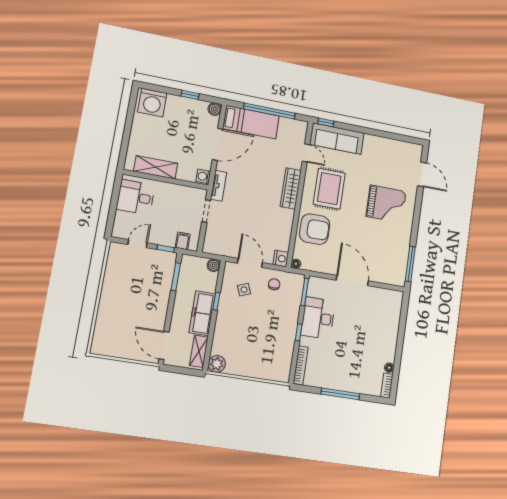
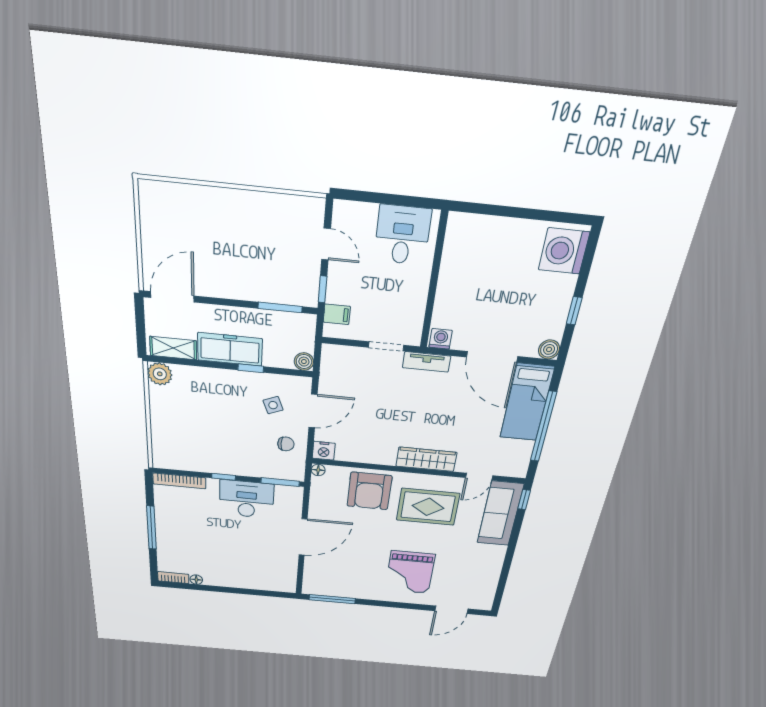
shelving: (156, 167) -> (454, 264), removed

